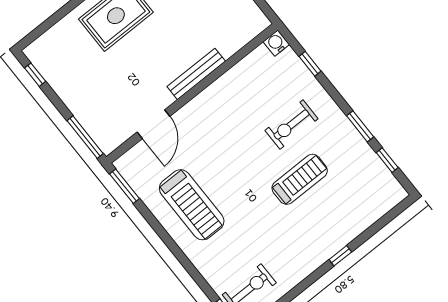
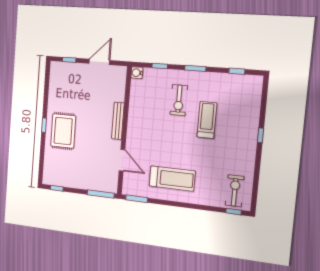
window: (360, 126) -> (195, 68), moved

